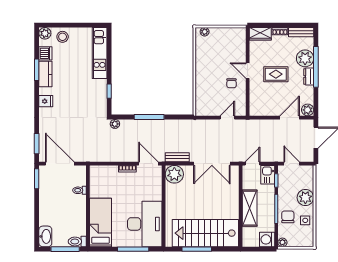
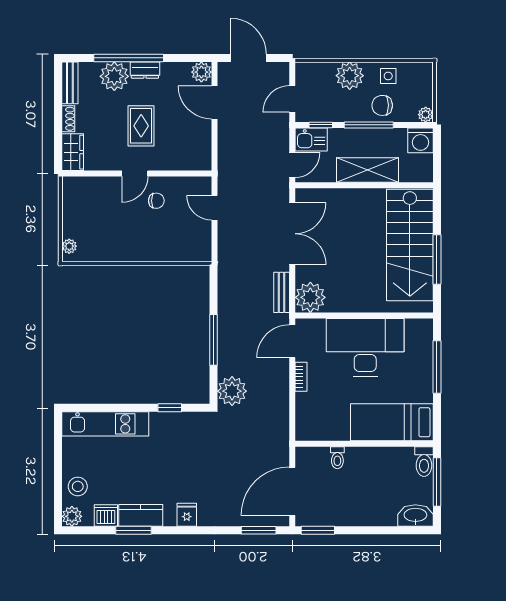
plant: (115, 124) -> (232, 391), width x1.88, depth x1.88
door: (253, 164) -> (292, 165), swing flipped
desk: (145, 224) -> (365, 347), moved

